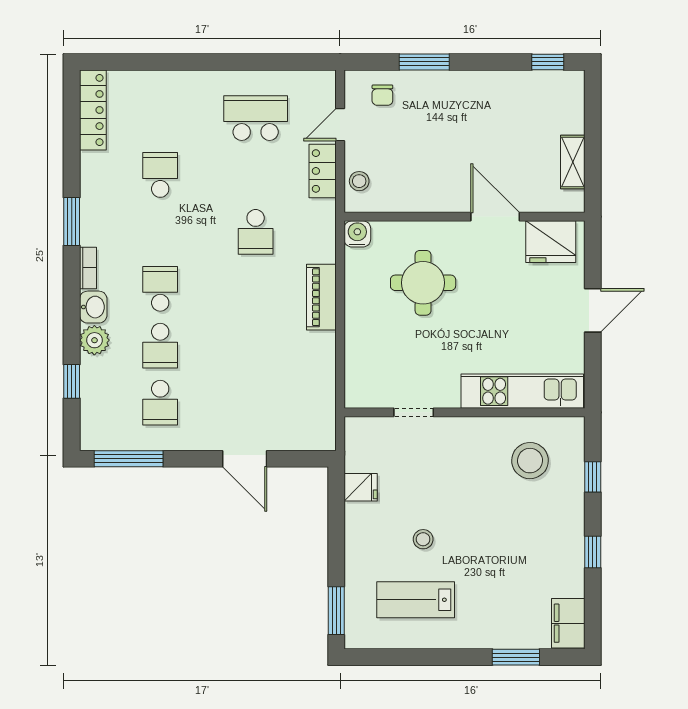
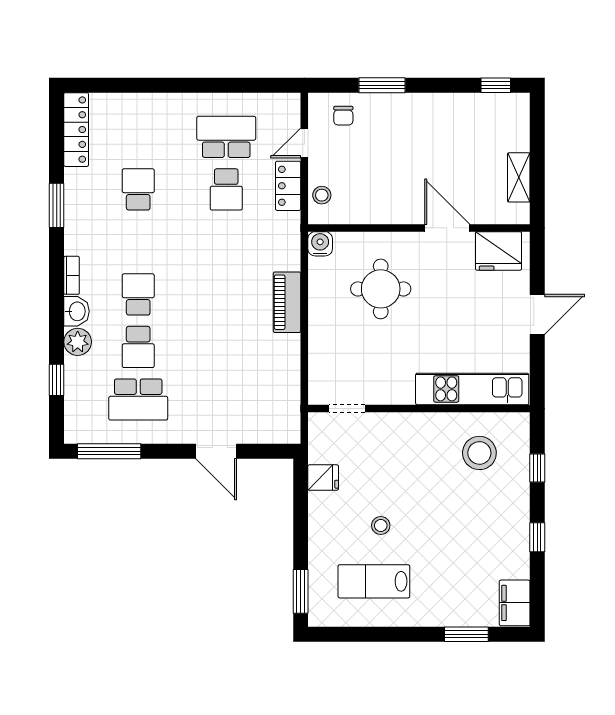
window: (72, 222) -> (57, 205), moved
school desk: (256, 232) -> (226, 189), moved
school desk: (160, 403) -> (138, 399), width x1.85
doorway: (414, 412) -> (347, 409), moved

